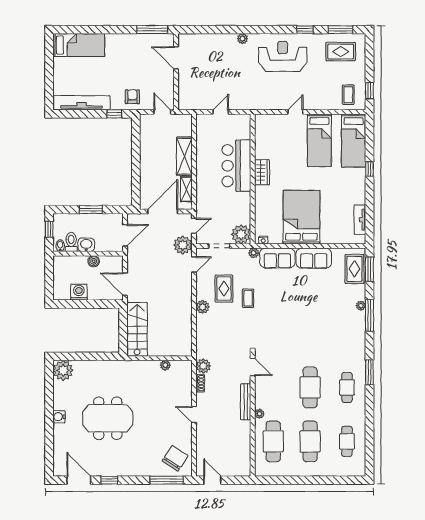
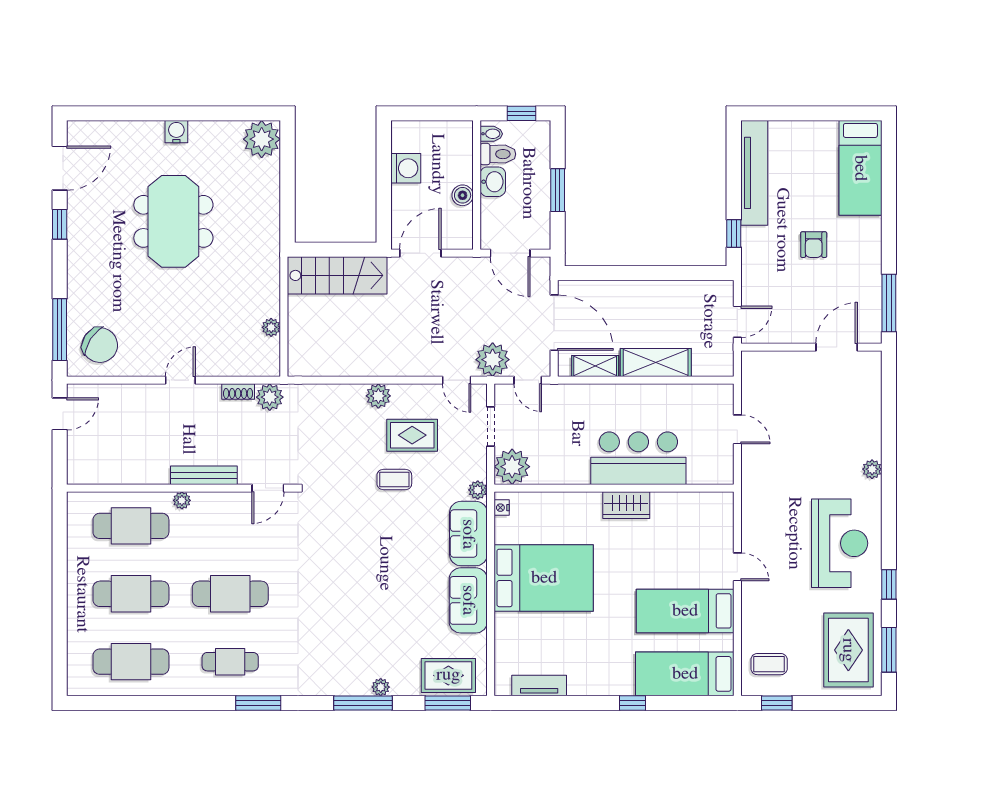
rug: (341, 52) -> (848, 650), width x1.36, depth x1.43
armchair: (132, 97) -> (814, 245), moved, turned 90
cafe table: (347, 441) -> (131, 662), width x1.37, depth x1.35

